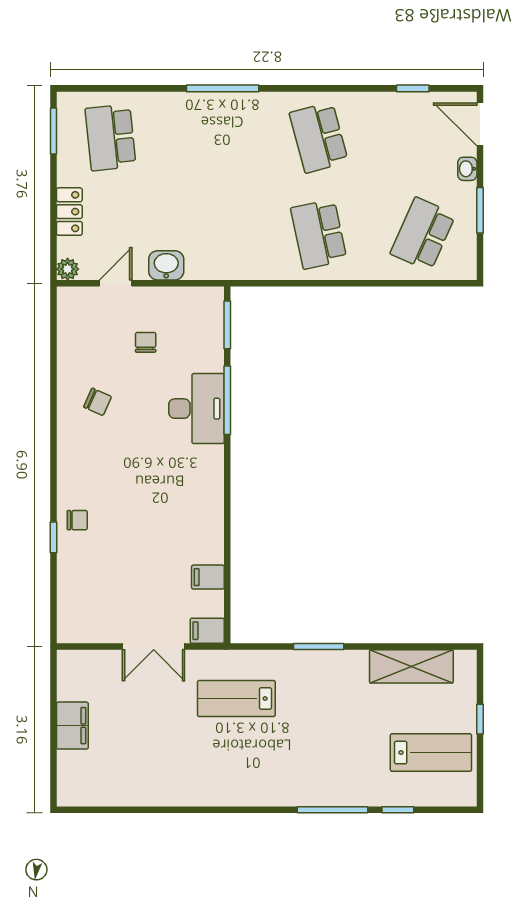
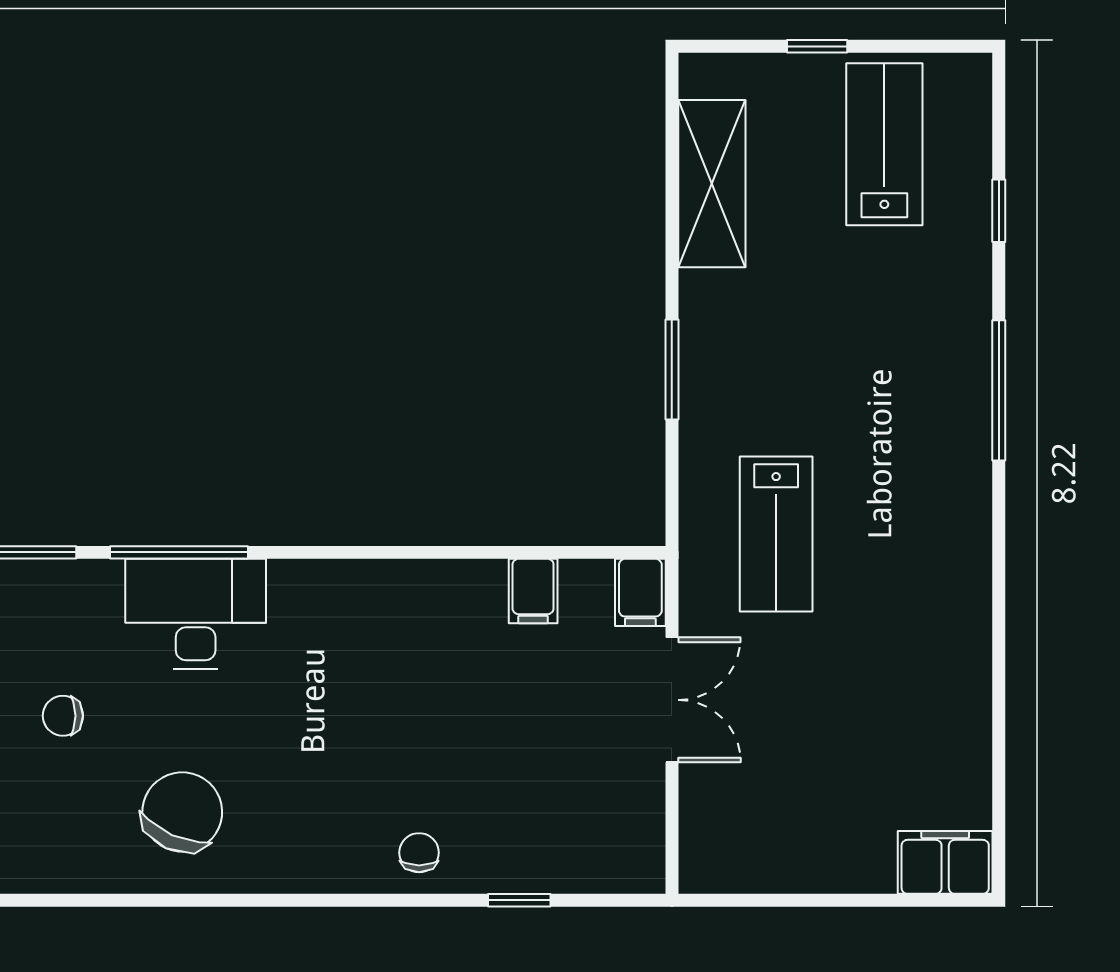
chair: (98, 402) -> (182, 812), width x1.87, depth x1.87
window: (53, 537) -> (519, 900), moved
filing cabinet: (72, 726) -> (945, 862), moved
window: (333, 810) -> (999, 390), moved

